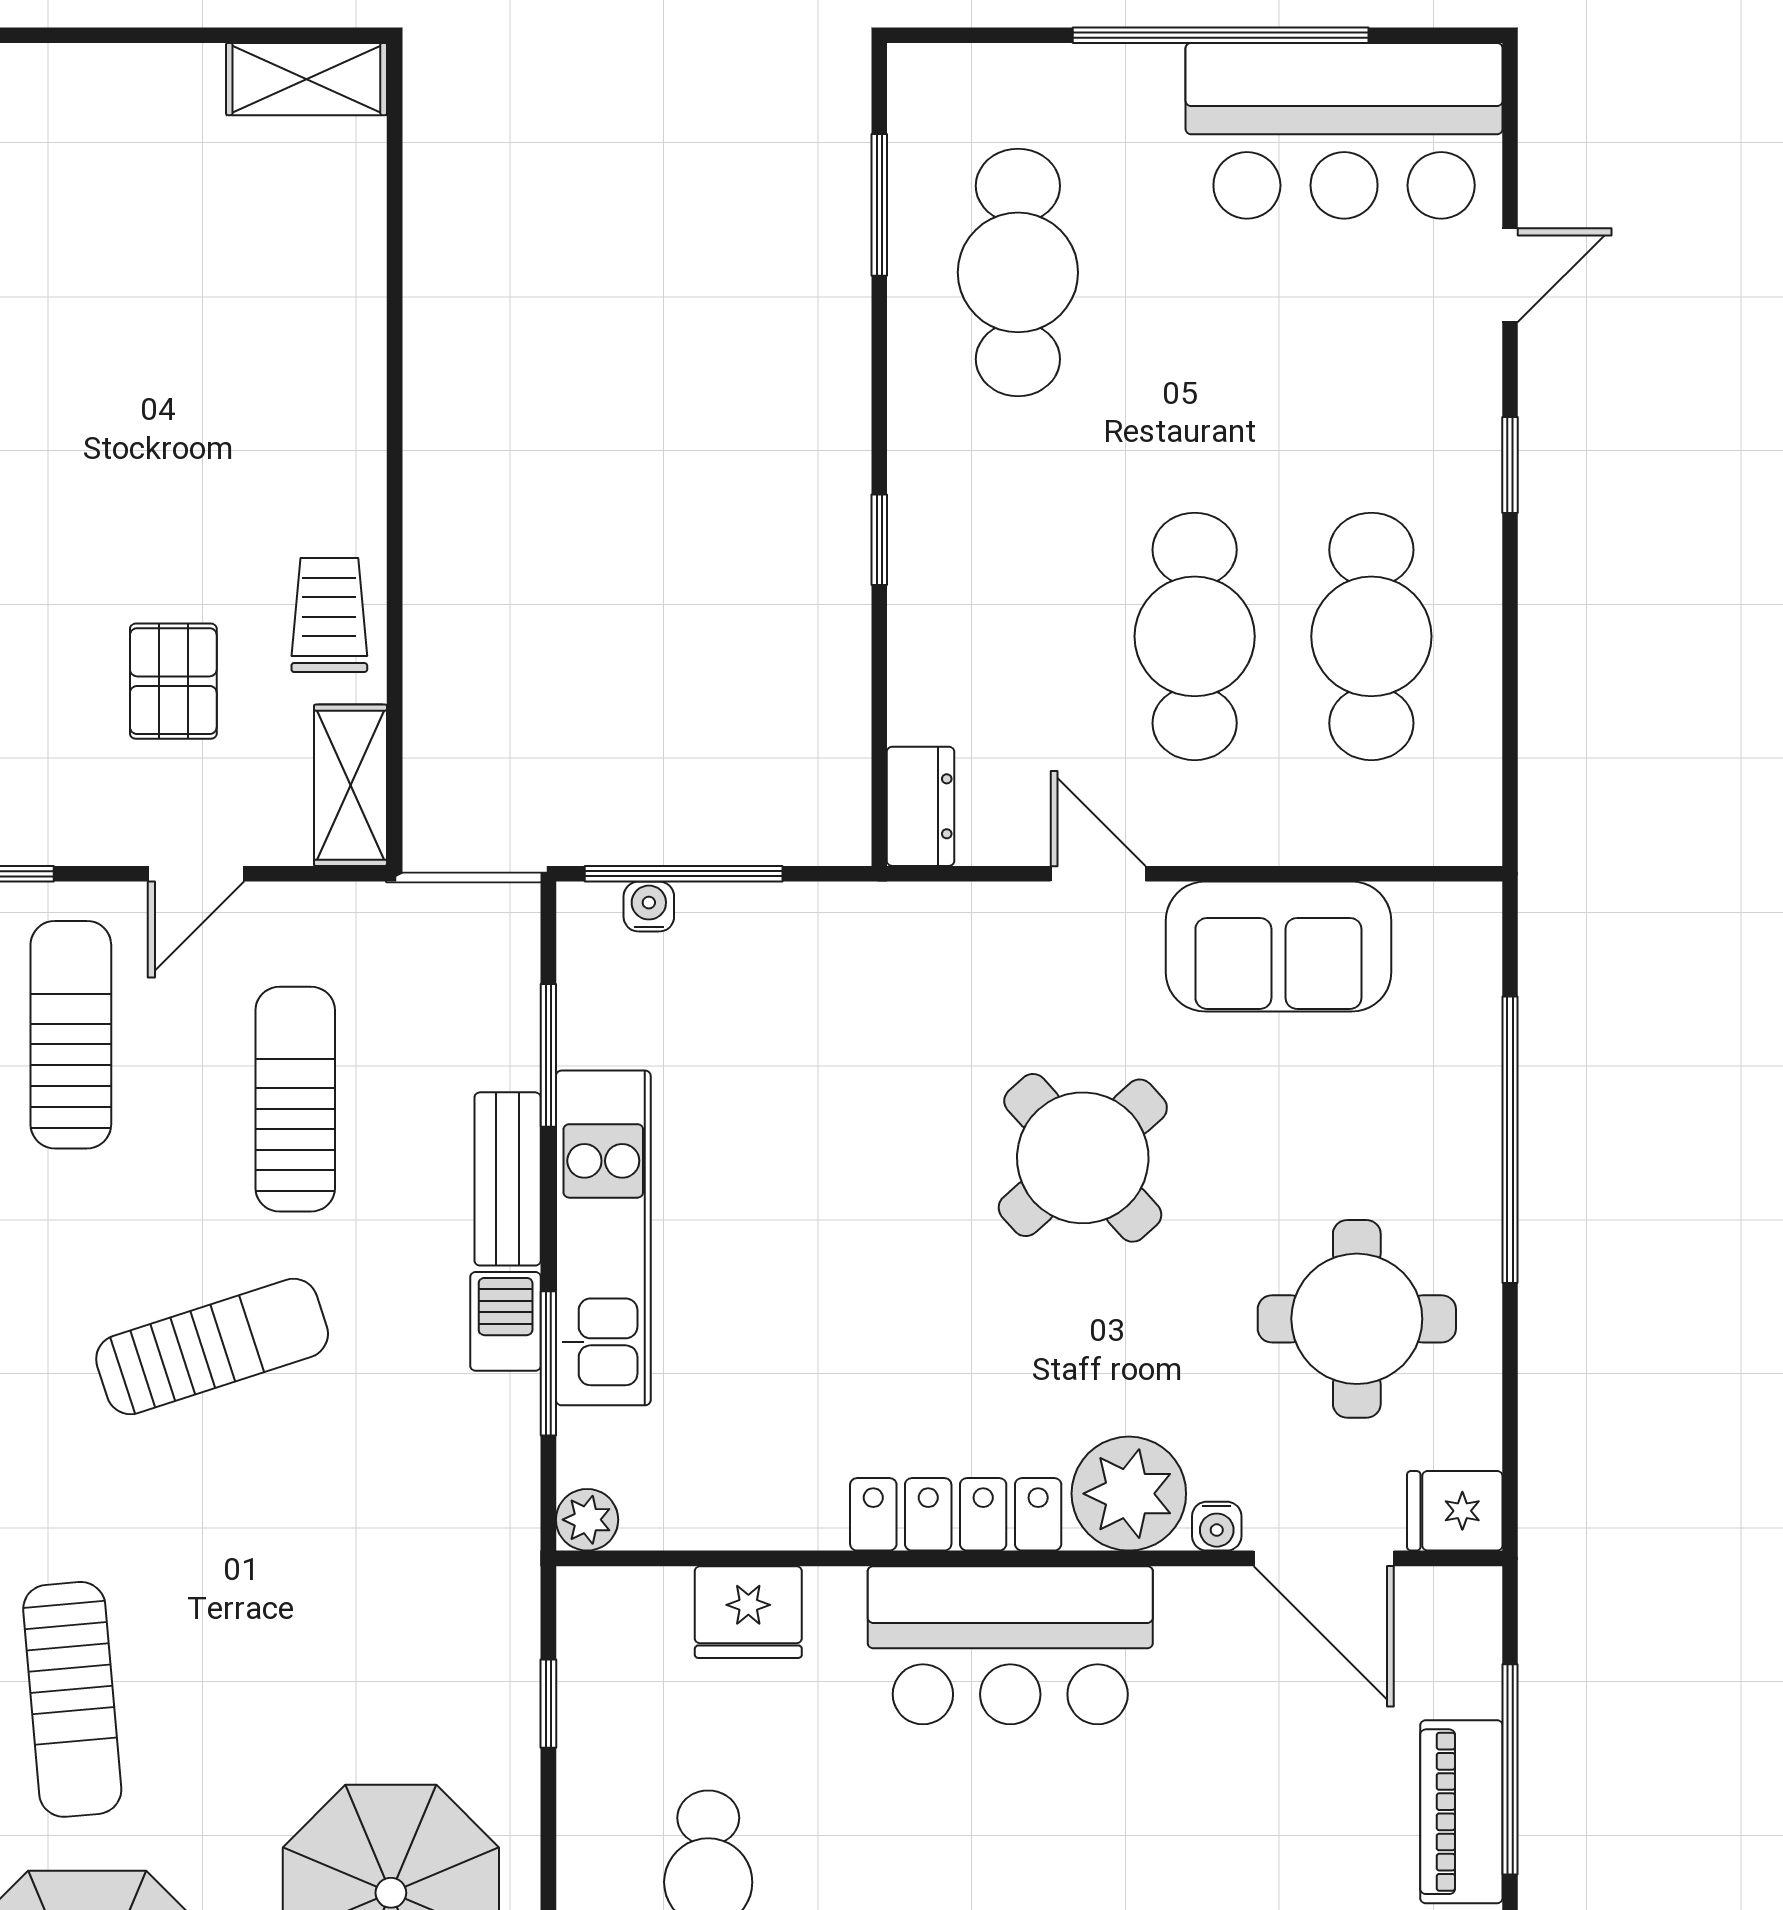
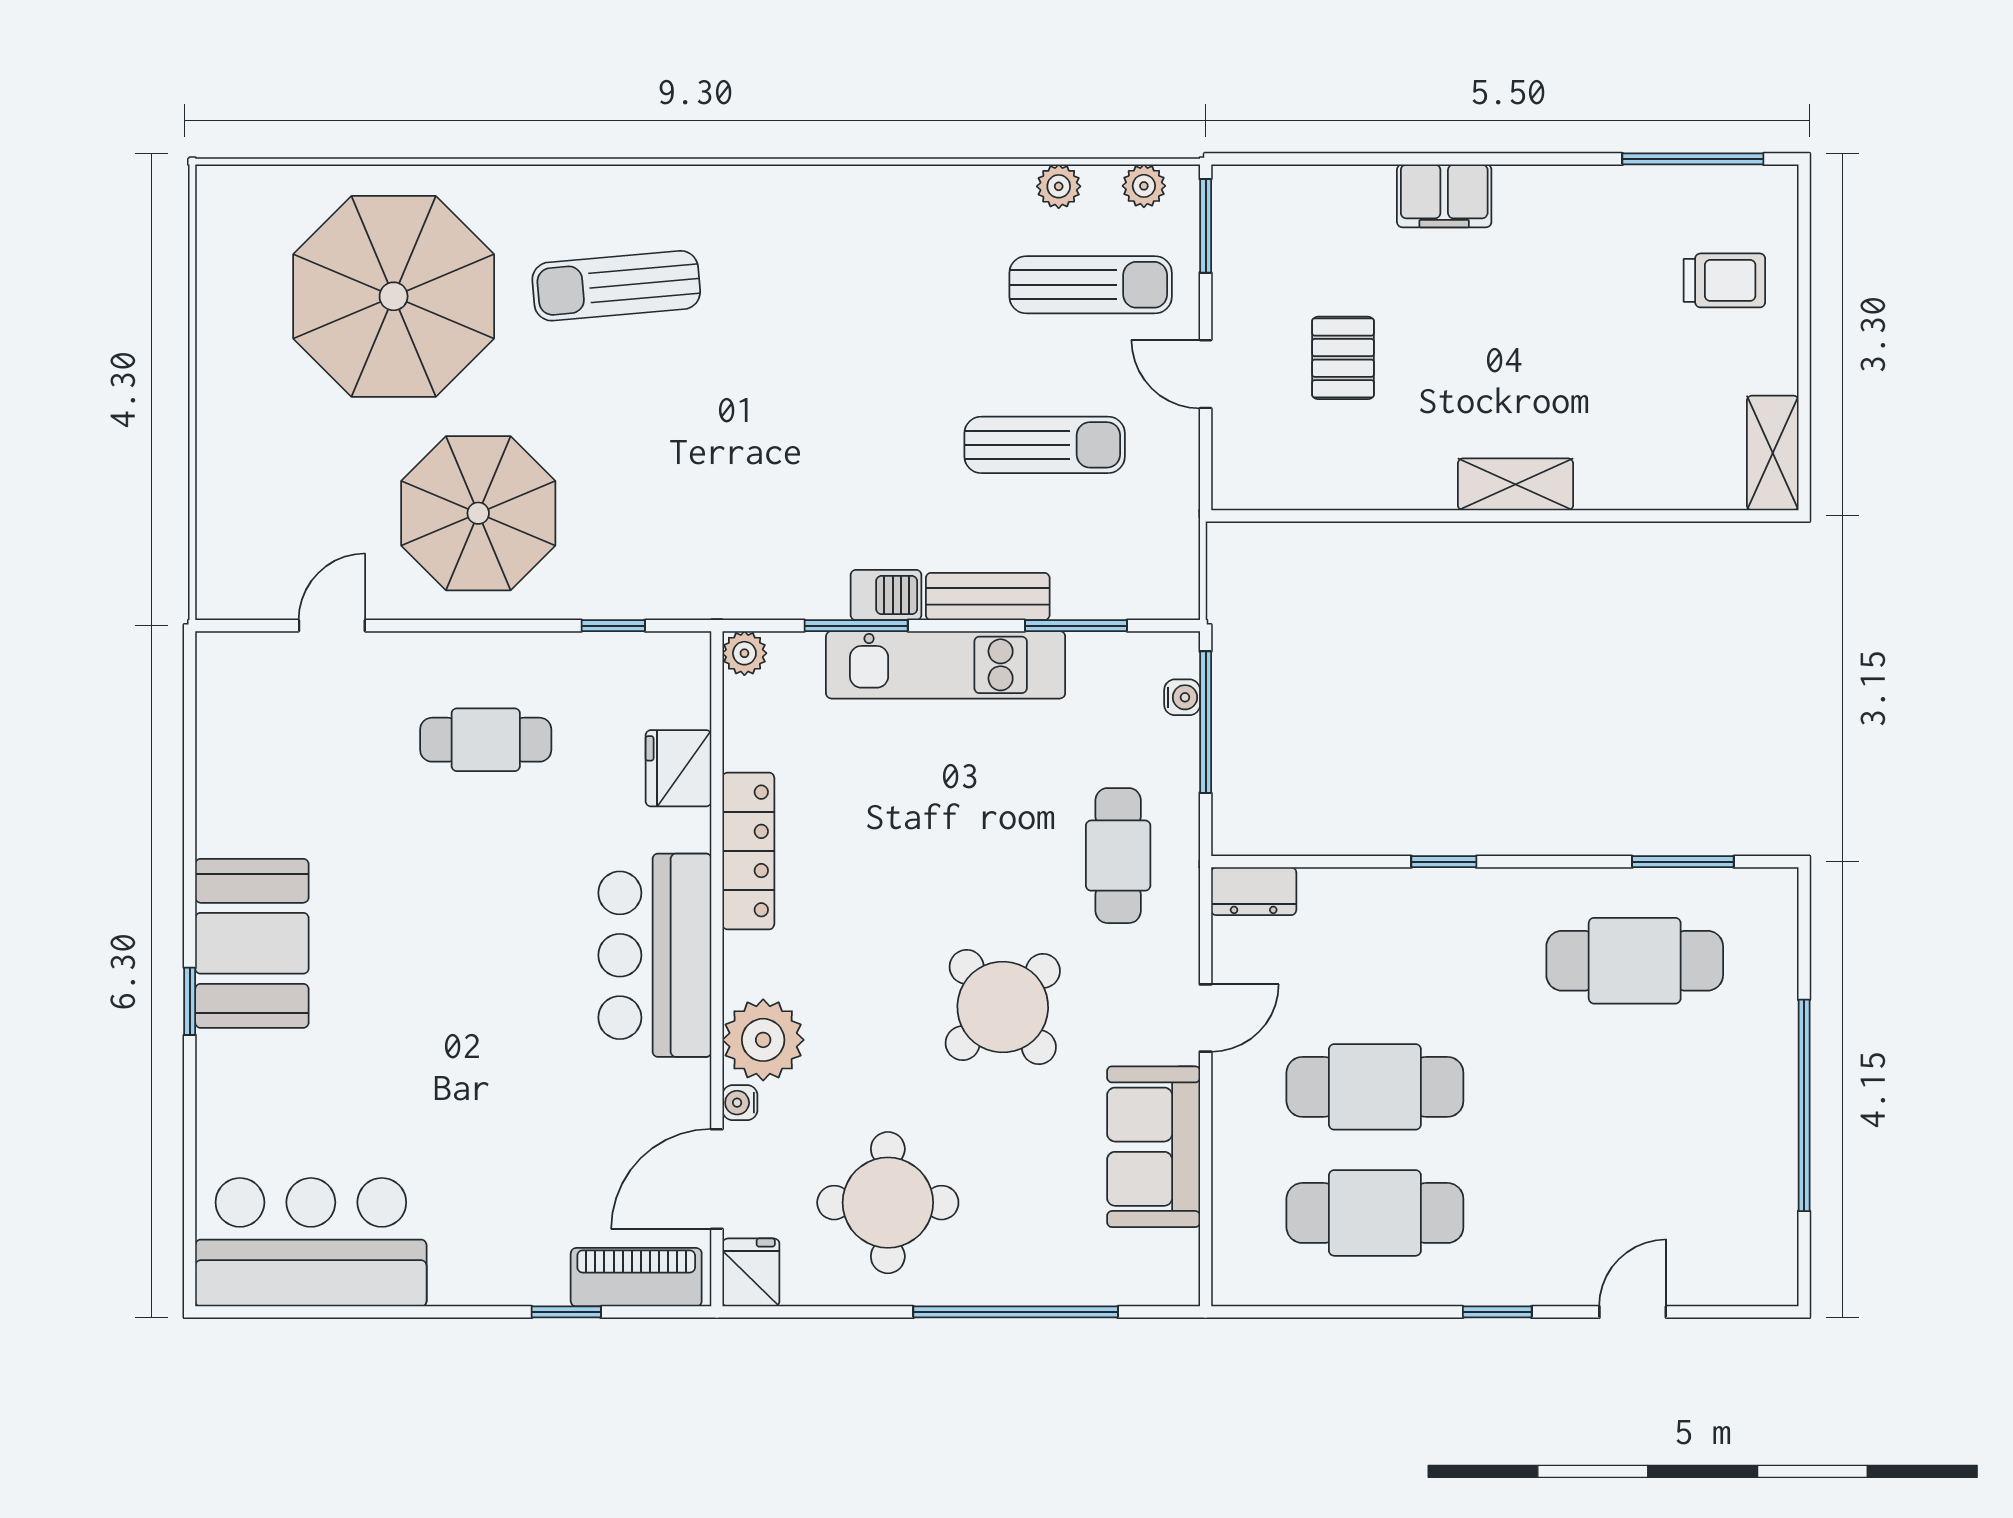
bar counter: (1344, 131) -> (1736, 1193), removed
door: (1510, 275) -> (1633, 1312), swing flipped
trolley: (329, 615) -> (1724, 280), moved
pallet: (173, 681) -> (1343, 358), turned 90
shelving: (350, 785) -> (1516, 484), moved
cafe table: (871, 996) -> (1118, 856), added
sun lounger: (212, 1346) -> (868, 386), removed
locker: (956, 1514) -> (748, 851), moved
window: (1510, 1769) -> (566, 1312), width x0.46
piano: (1461, 1812) -> (636, 1277), moved

